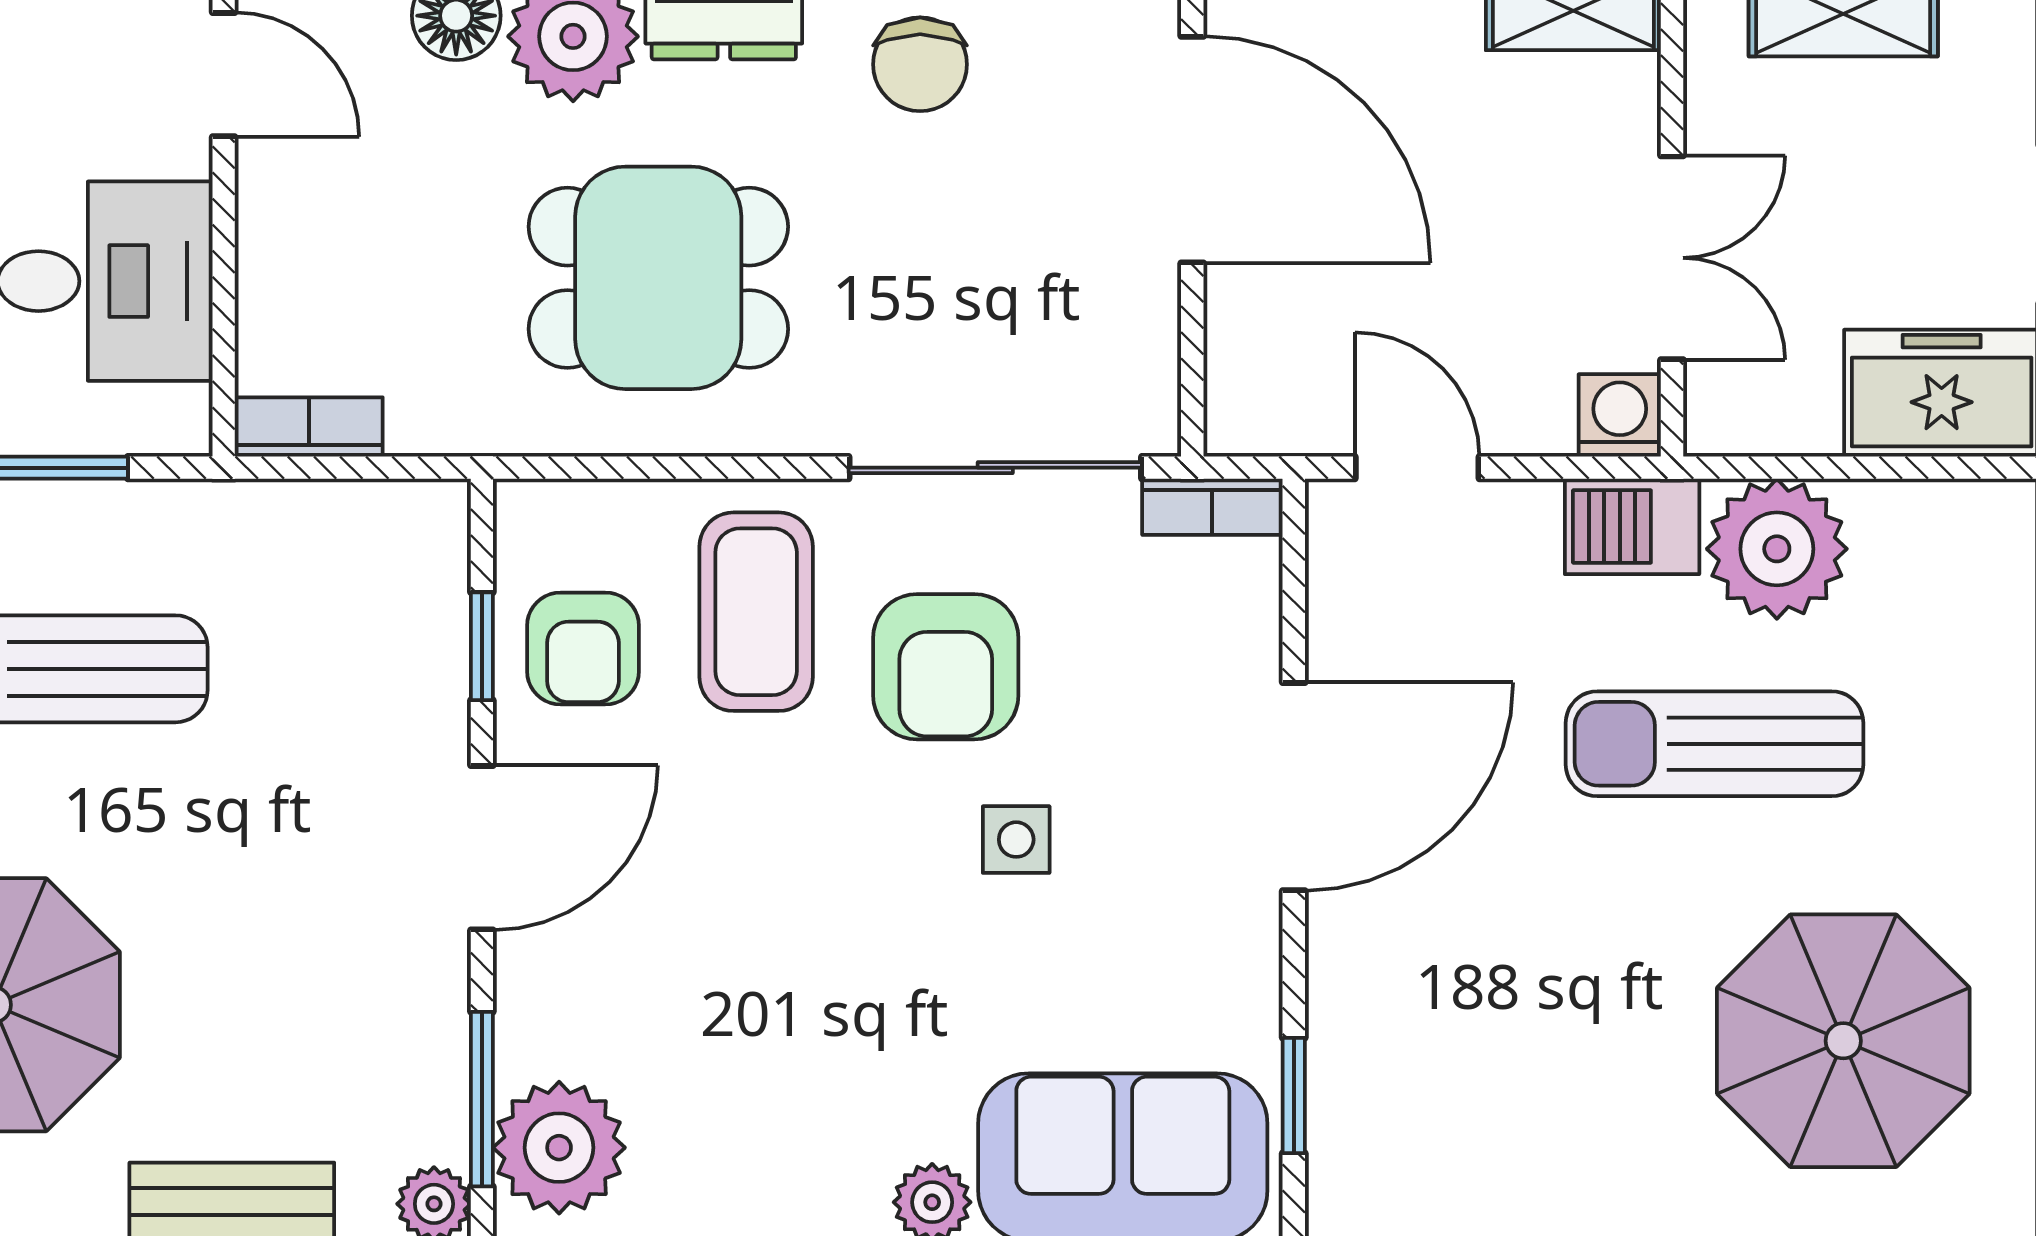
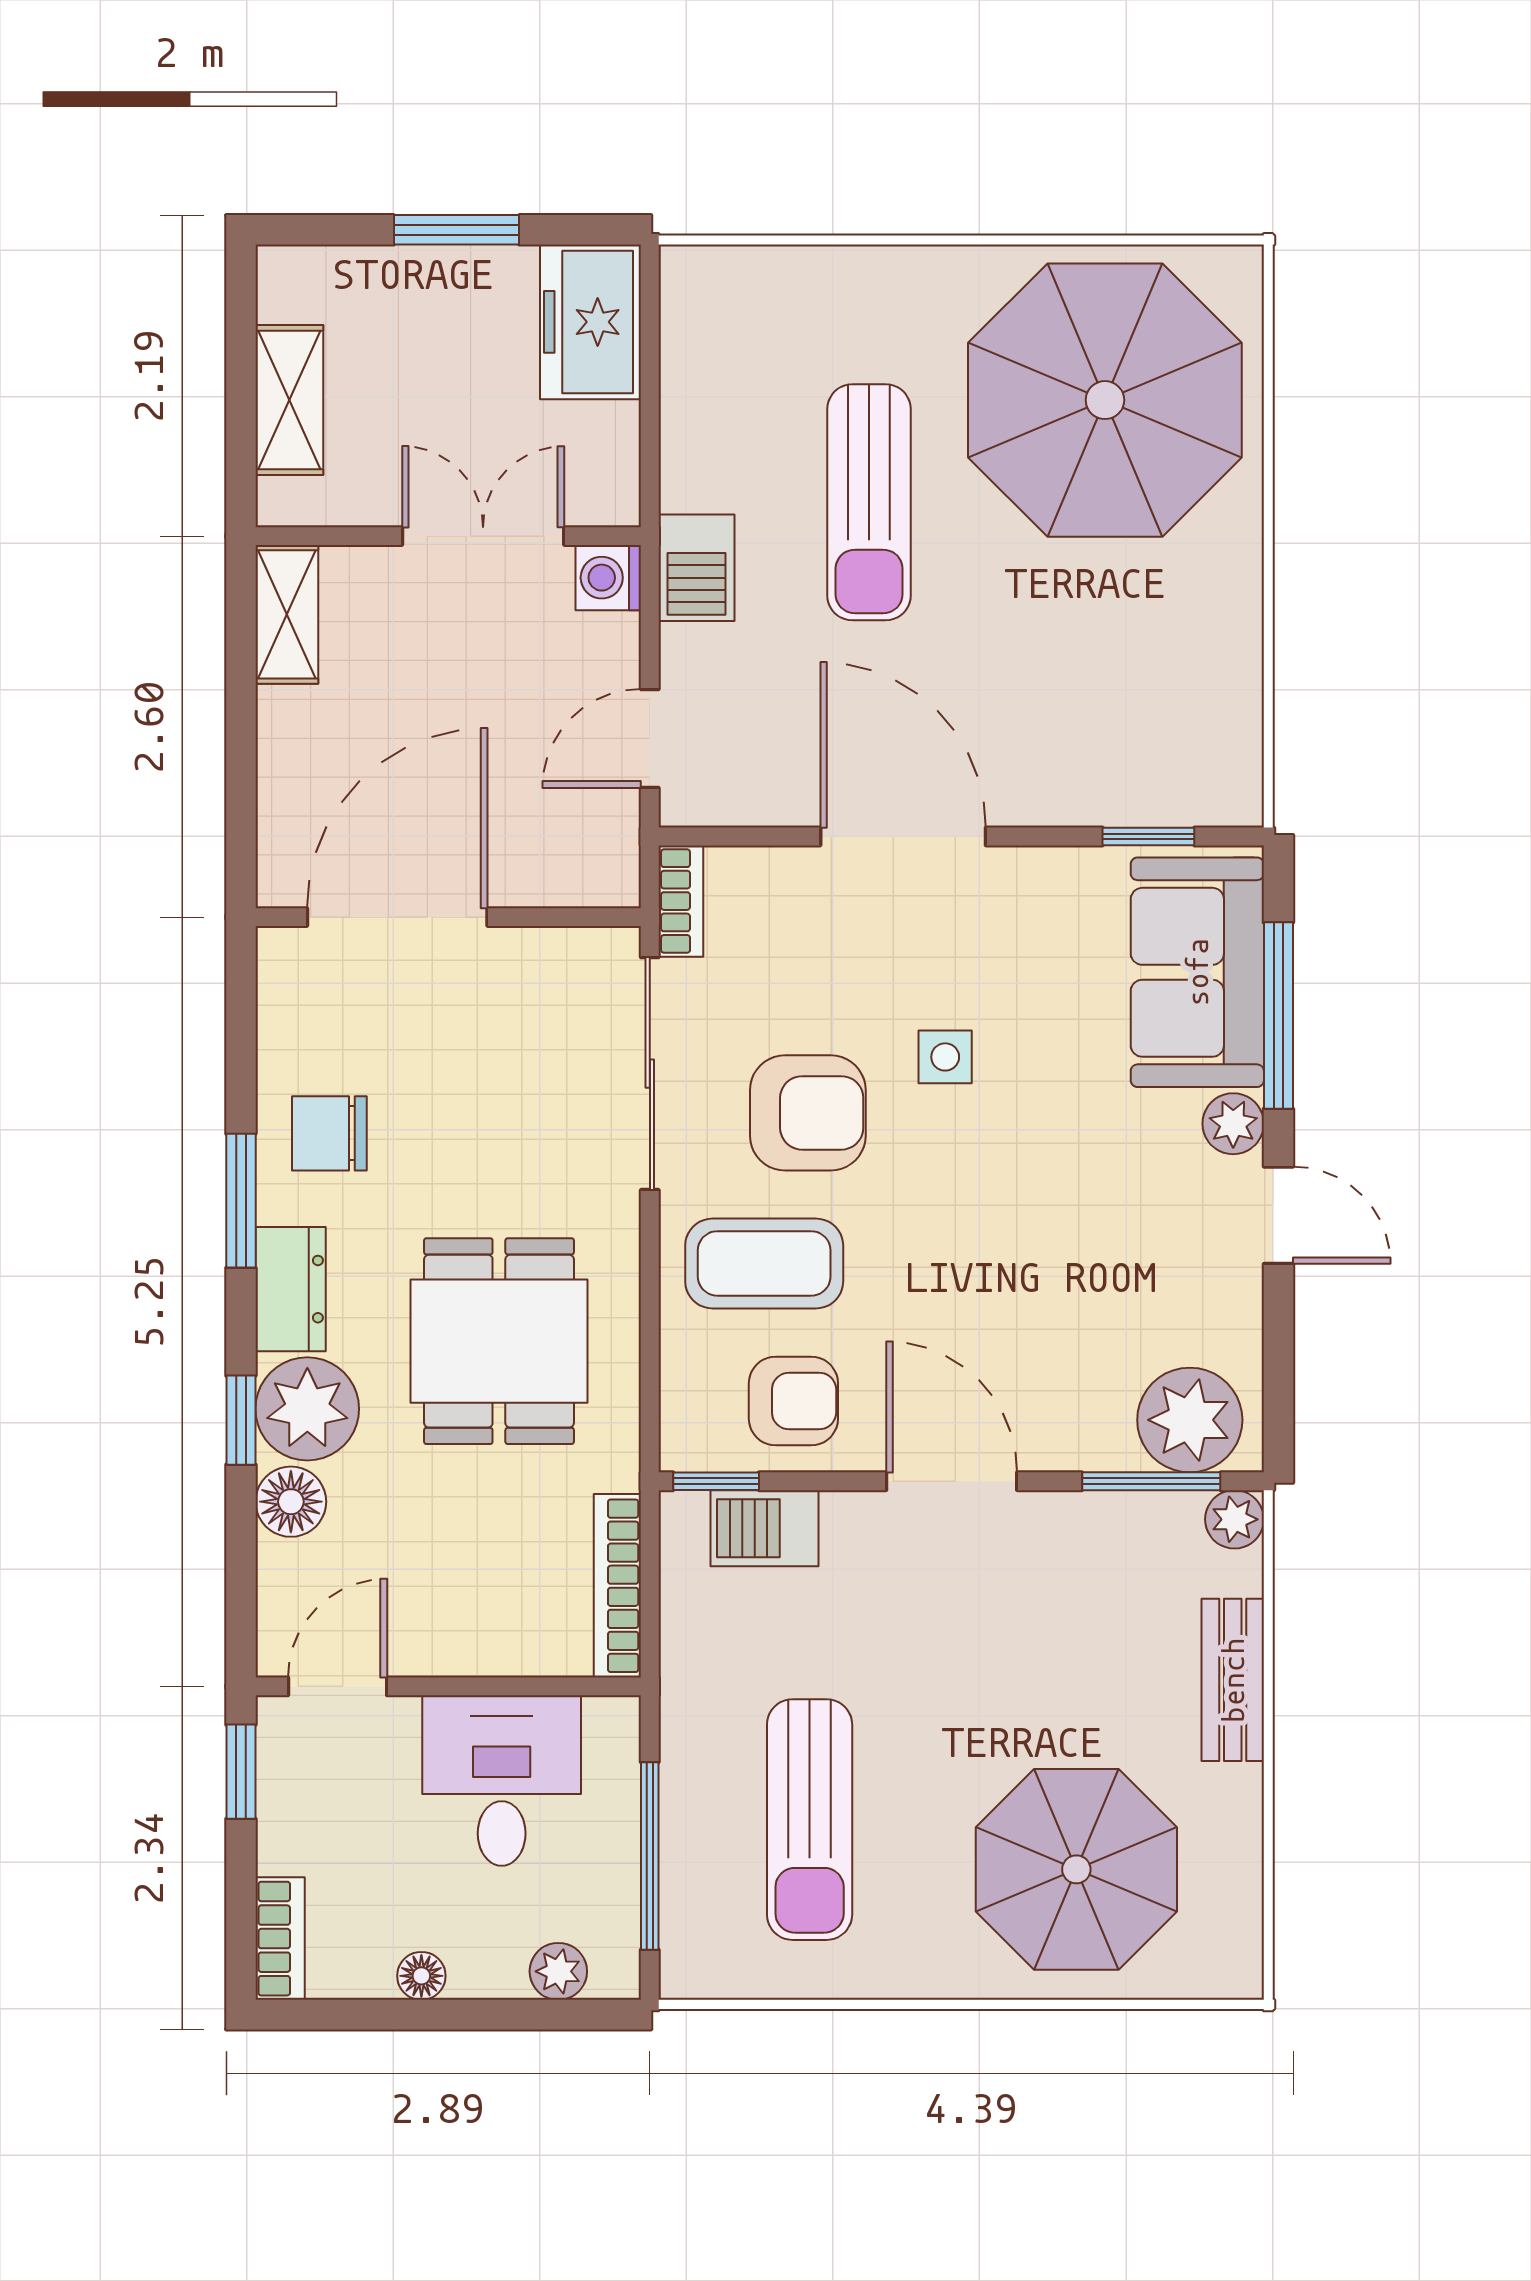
chair: (920, 64) -> (329, 1133), turned 180
bookcase: (309, 427) -> (617, 1586), width x1.56
plant: (1777, 549) -> (714, 453), removed
barbecue: (423, 612) -> (765, 1528), added
window: (482, 646) -> (716, 1481), moved
parasol: (1843, 1041) -> (1105, 400), width x1.36, depth x1.36

